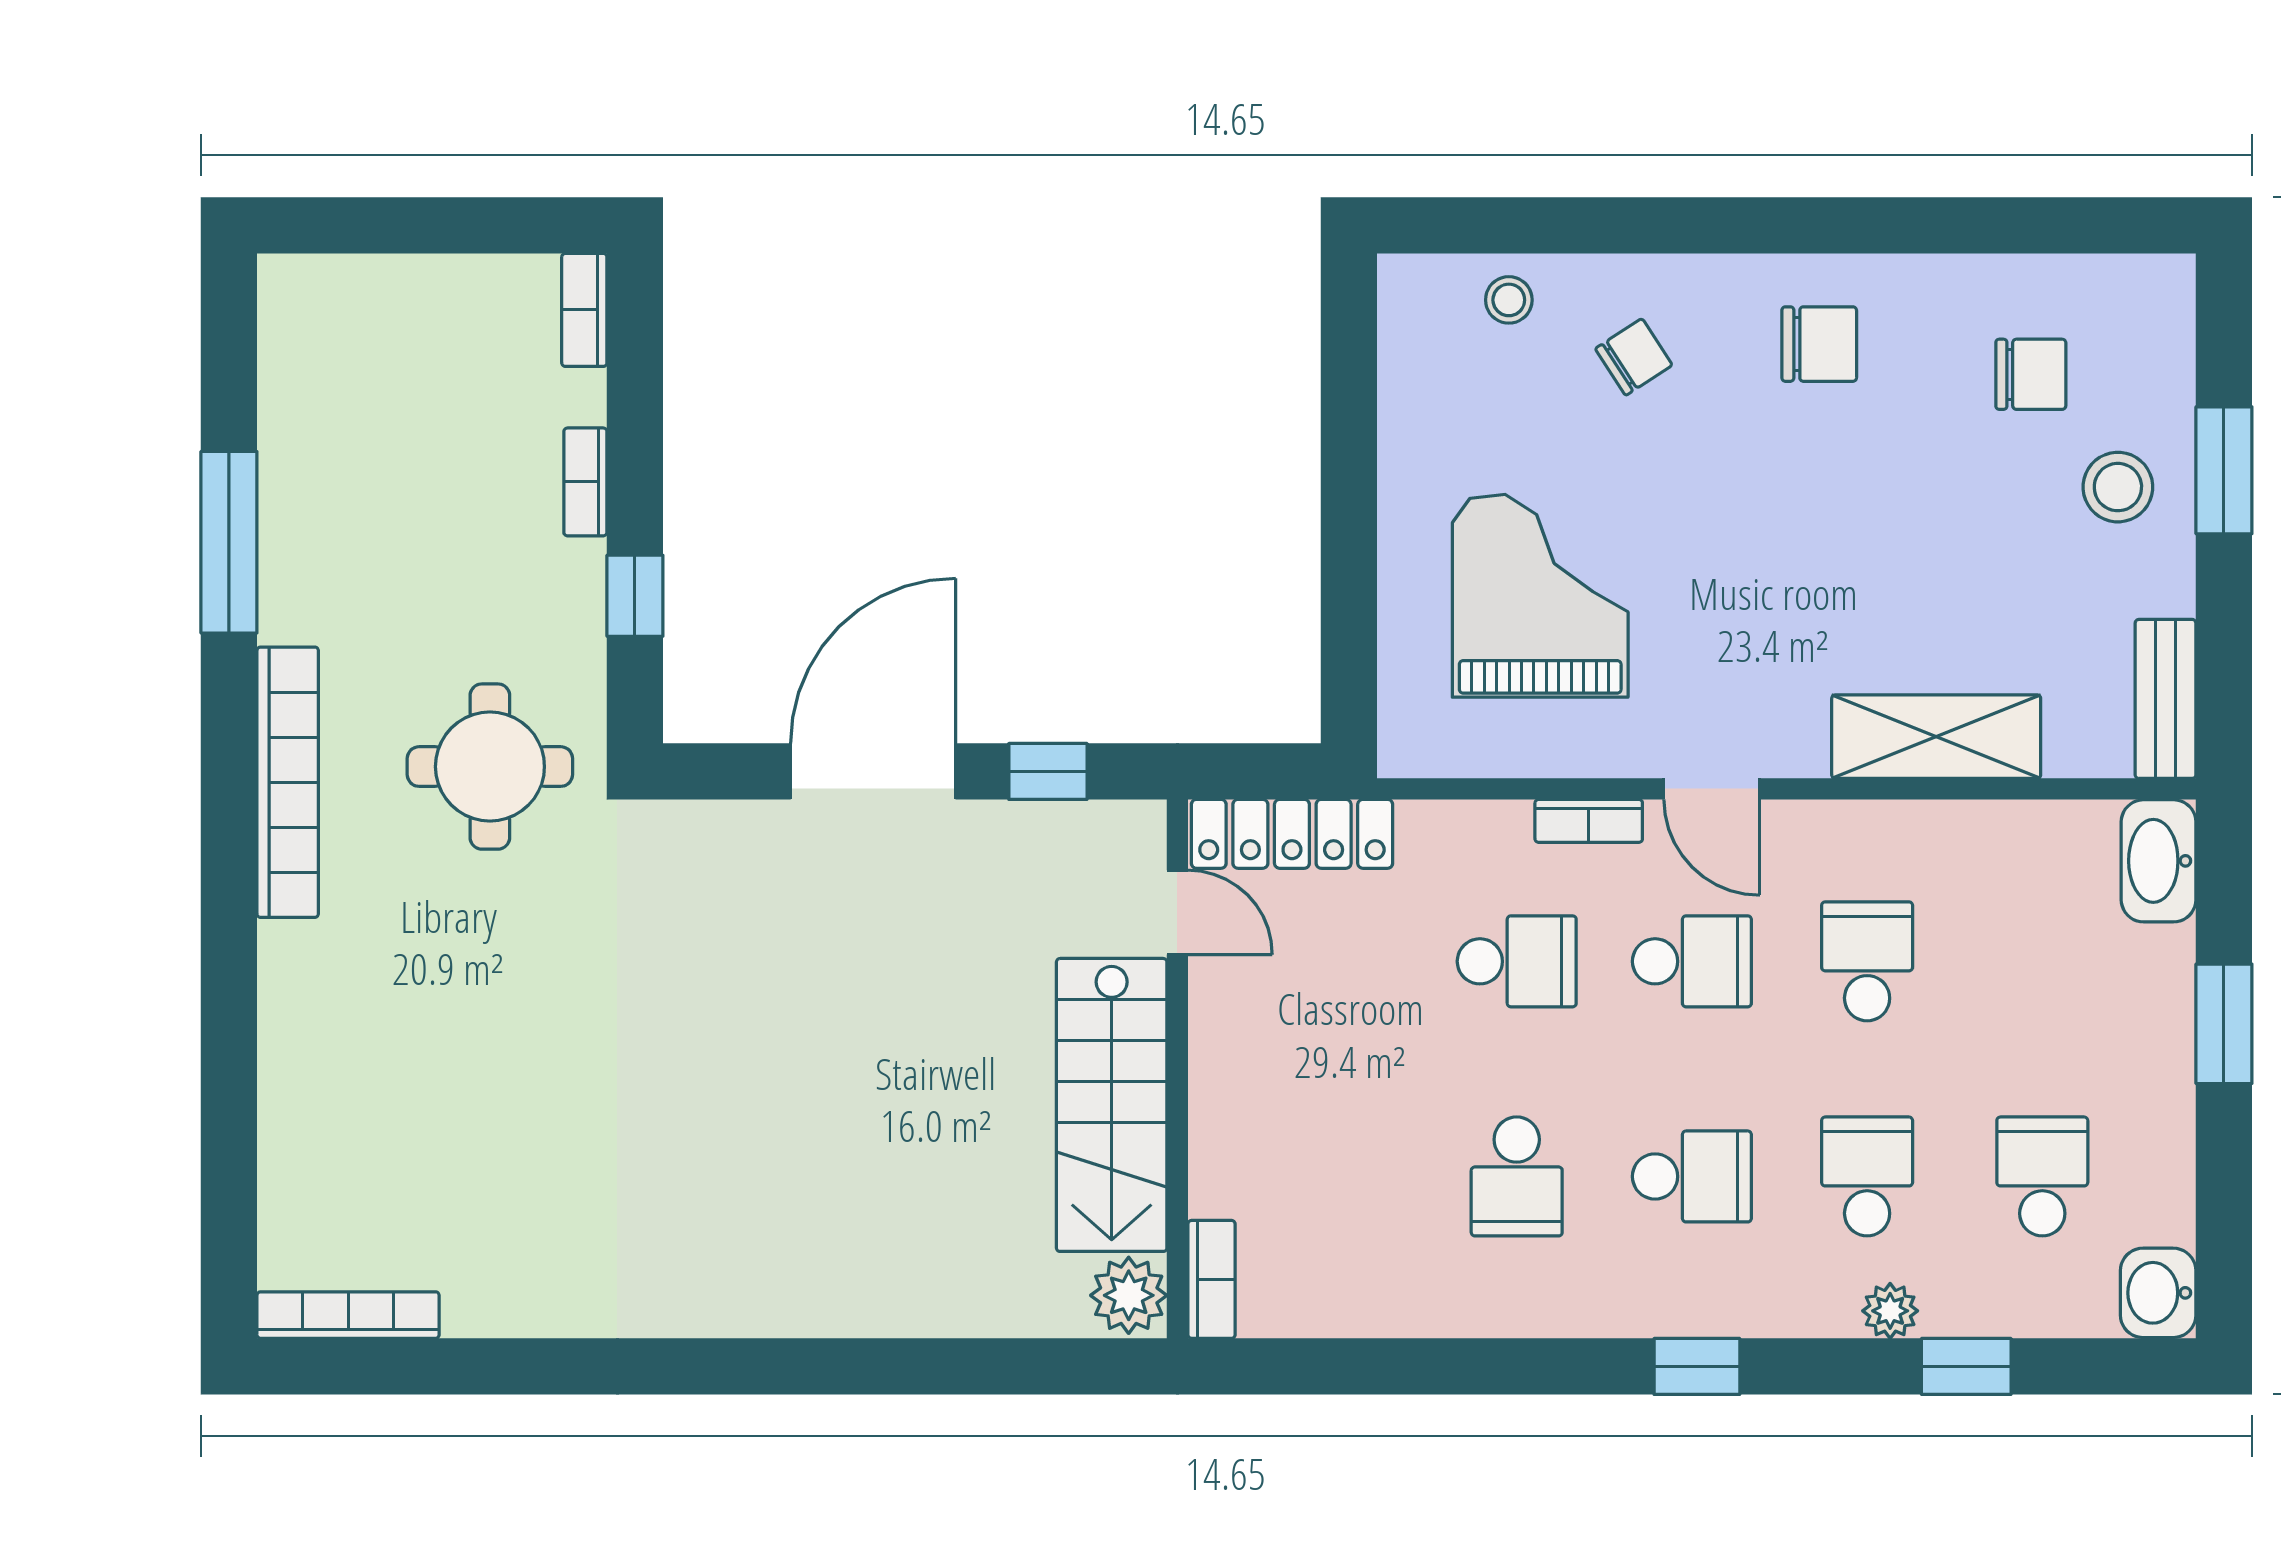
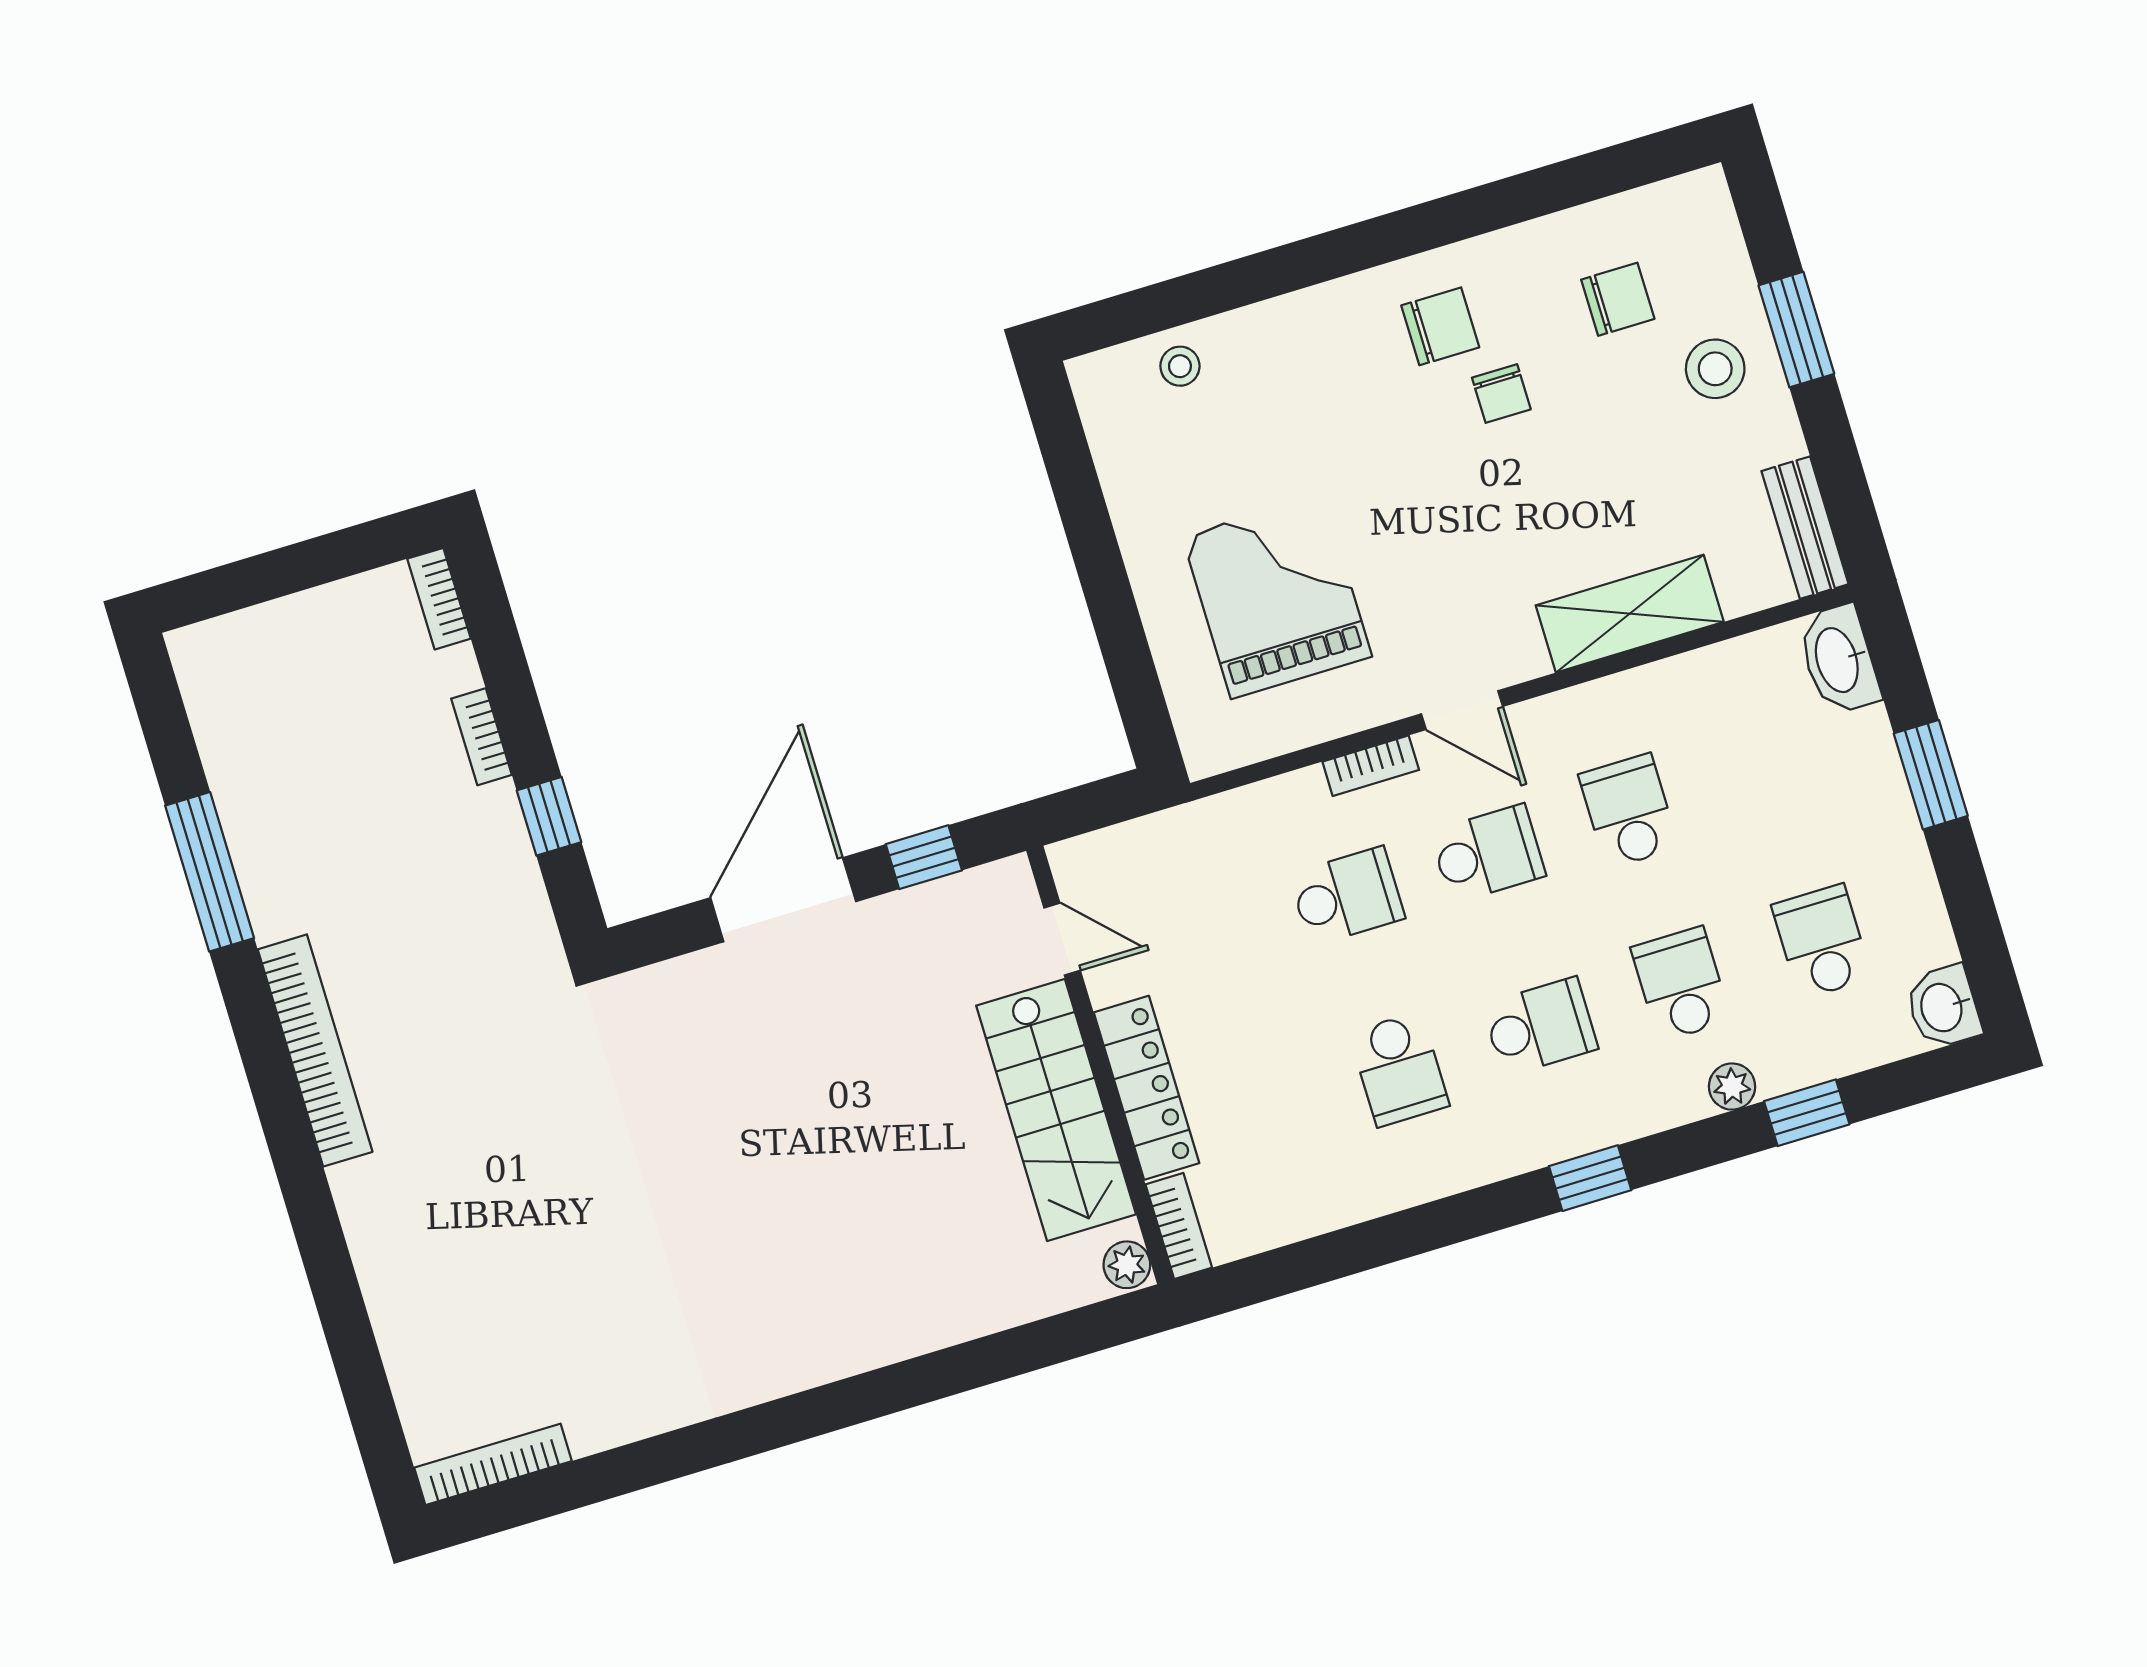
chair: (1634, 357) -> (1501, 393), moved, turned 123
round table: (490, 767) -> (474, 989), removed
locker: (1292, 834) -> (1146, 1088), moved, turned -90
plant: (1129, 1295) -> (1127, 1265), width x0.73, depth x0.73

